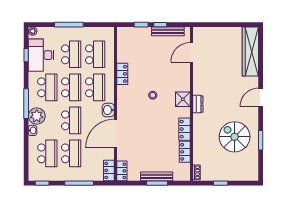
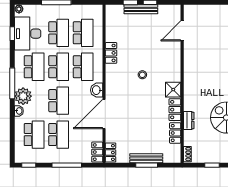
bench: (168, 31) -> (141, 9), moved
shower: (183, 99) -> (173, 90), moved
dresser: (198, 104) -> (189, 120), moved

